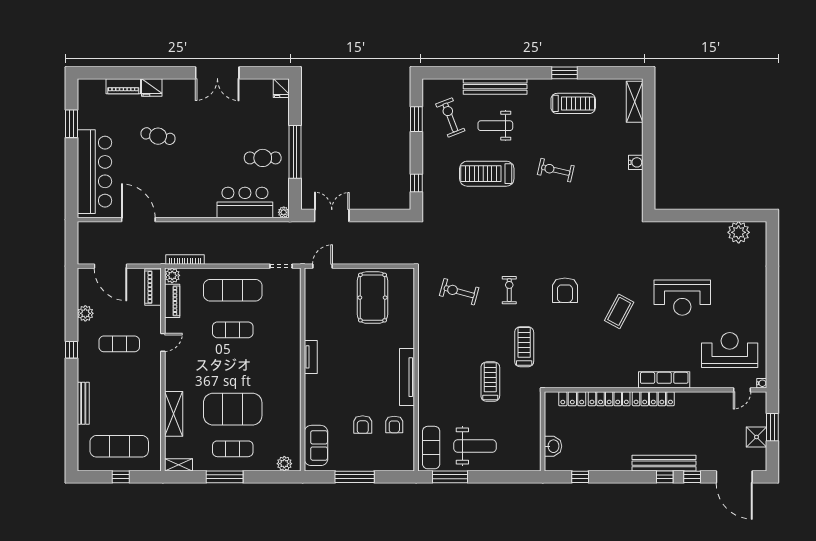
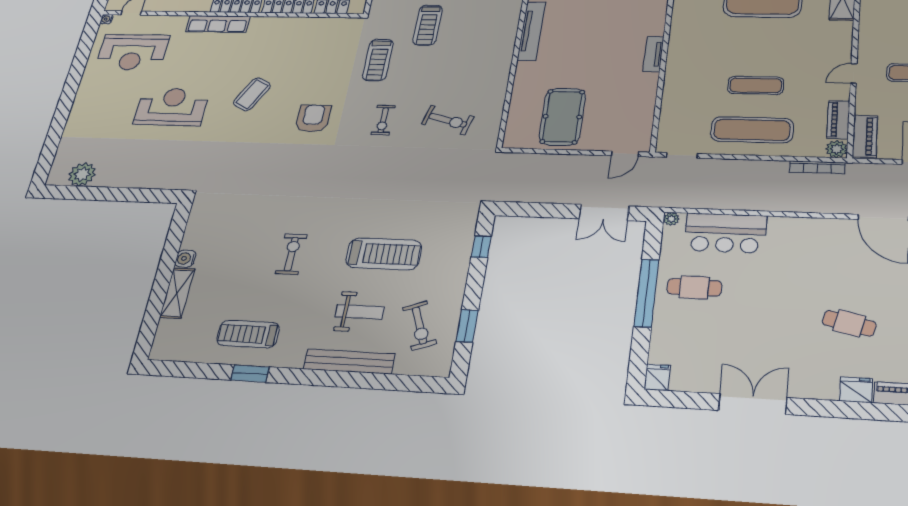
shelving: (635, 102) -> (177, 293), moved
exercise bike: (556, 170) -> (291, 254), turned -103

